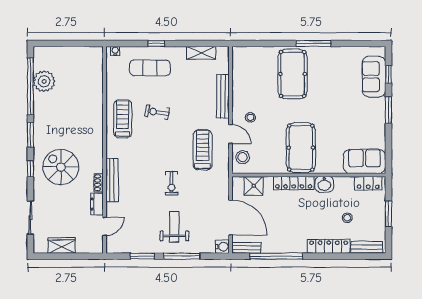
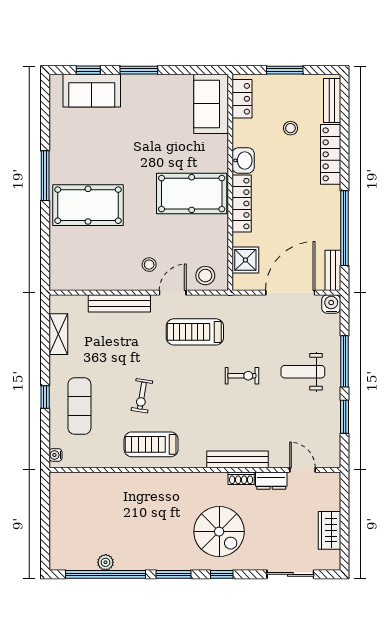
plant: (44, 81) -> (106, 562), width x0.53, depth x0.53
spiral stairs: (61, 167) -> (219, 532), turned -90

